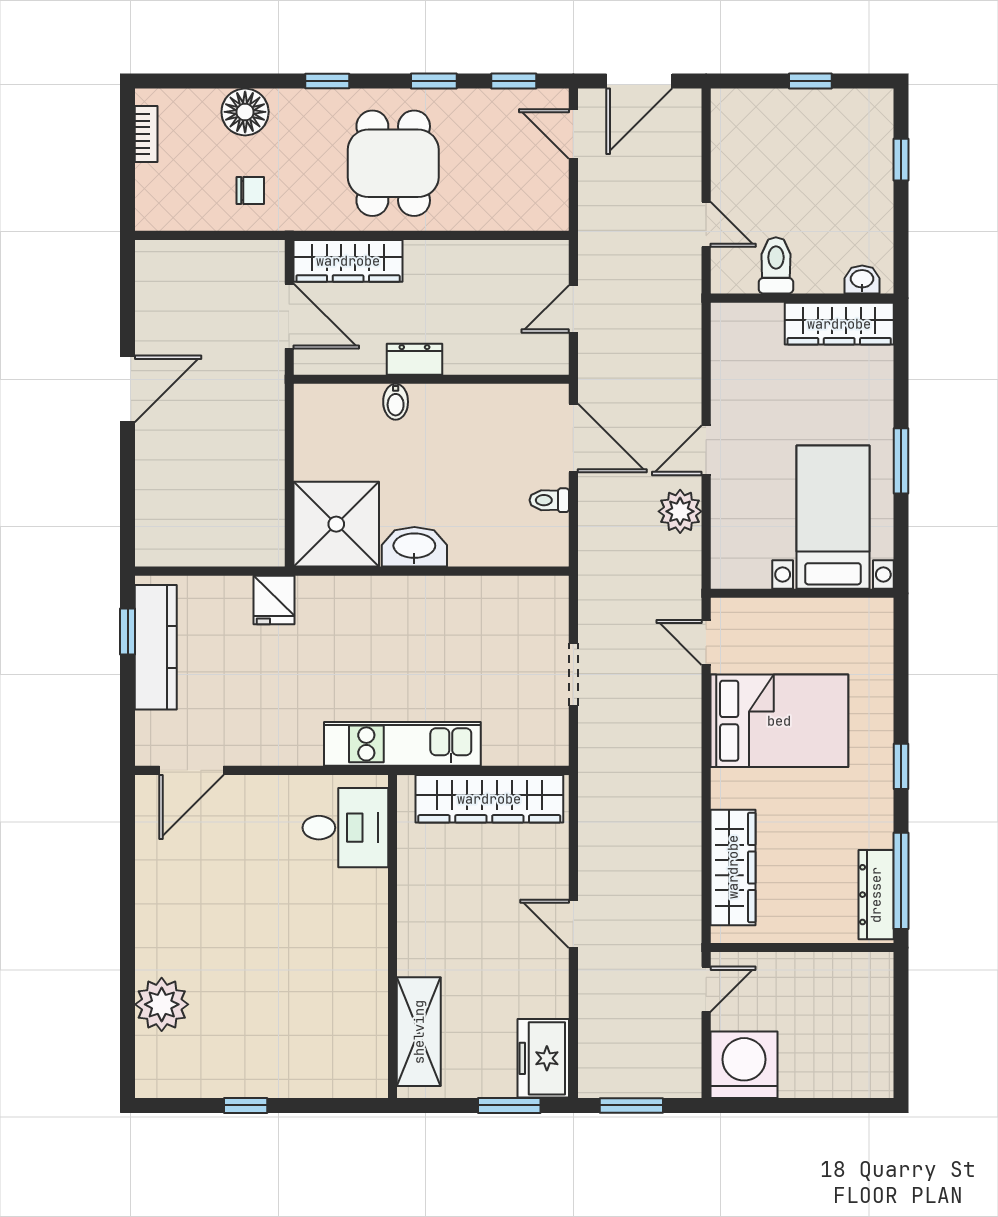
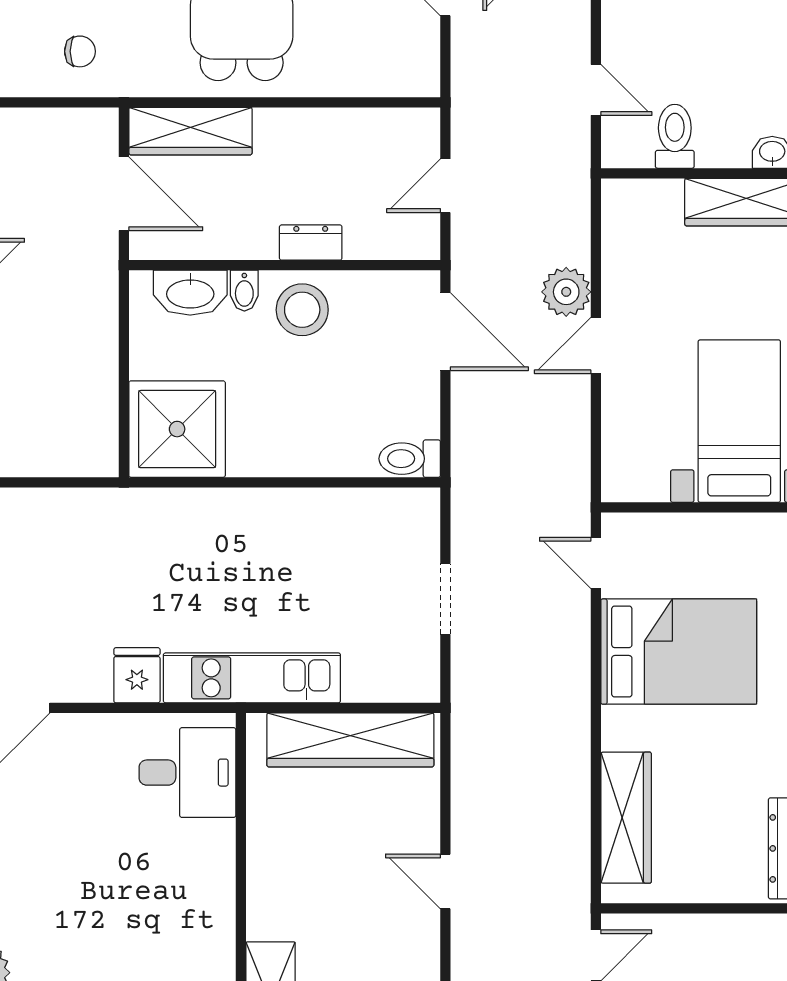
dresser: (414, 359) -> (311, 243), moved
stool: (447, 419) -> (302, 310), added
toilet: (549, 500) -> (410, 459), moved, width x1.37, depth x1.39
plant: (680, 511) -> (566, 292), moved
washbasin: (414, 547) -> (190, 293), moved, turned 180
fridge: (274, 600) -> (137, 675), moved, turned 180

